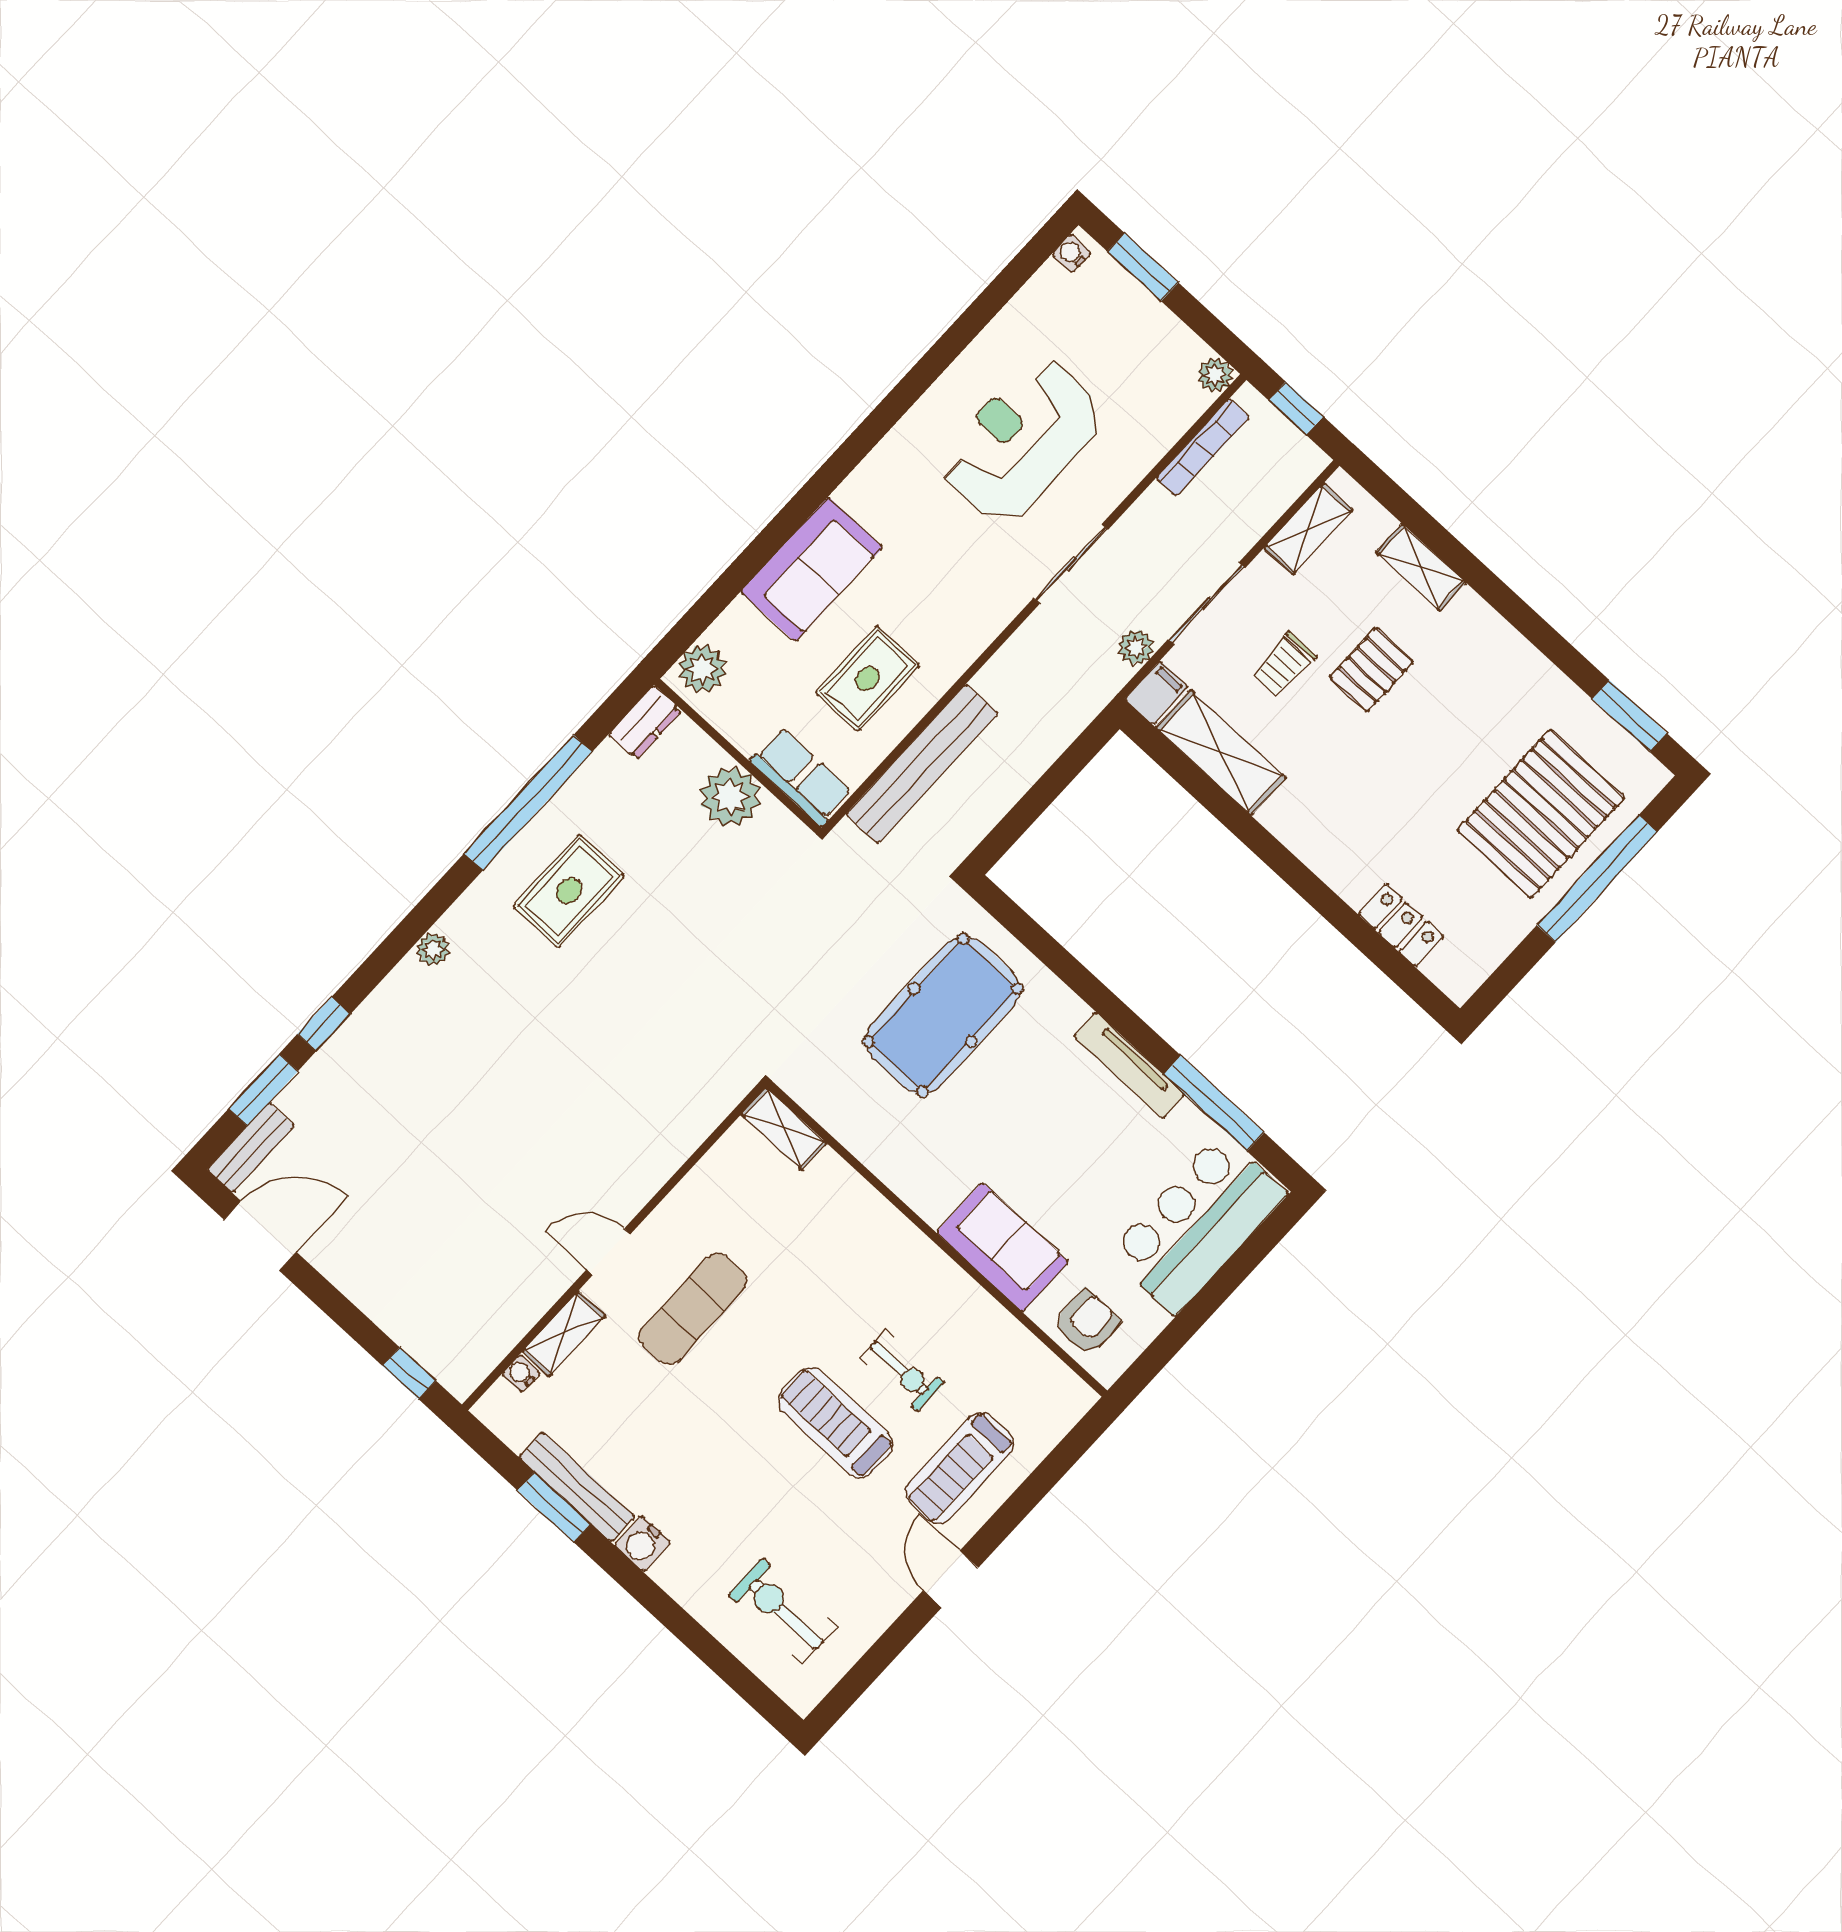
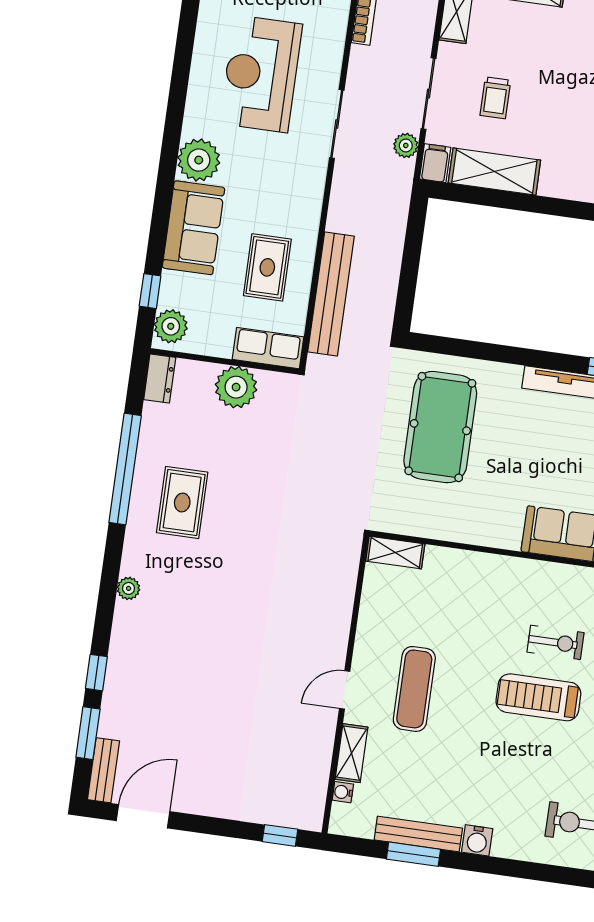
plant: (874, 492) -> (199, 160), added
window: (707, 609) -> (150, 291), added
pallet: (1371, 670) -> (547, 67), removed

